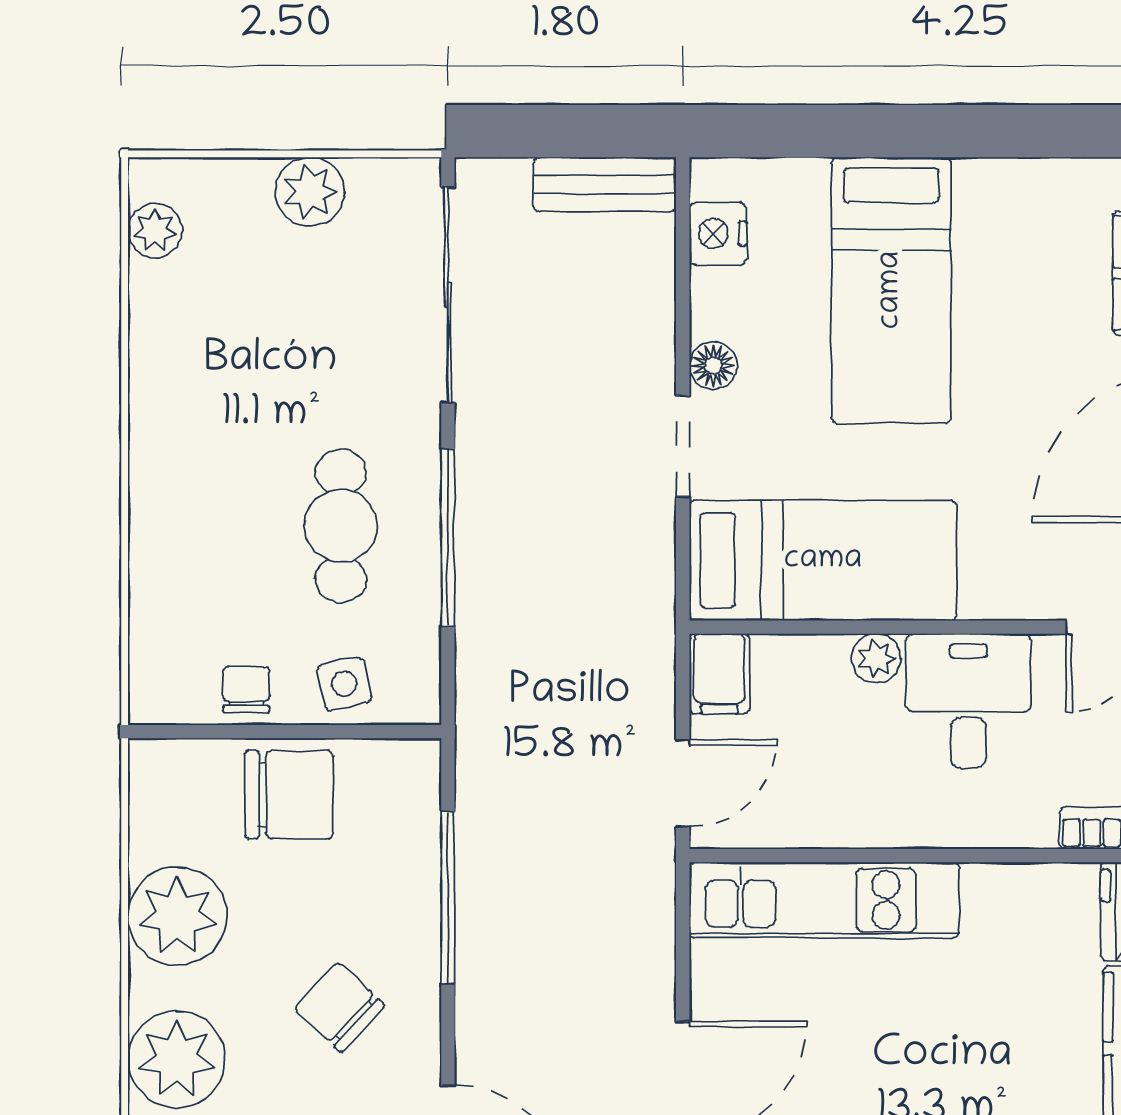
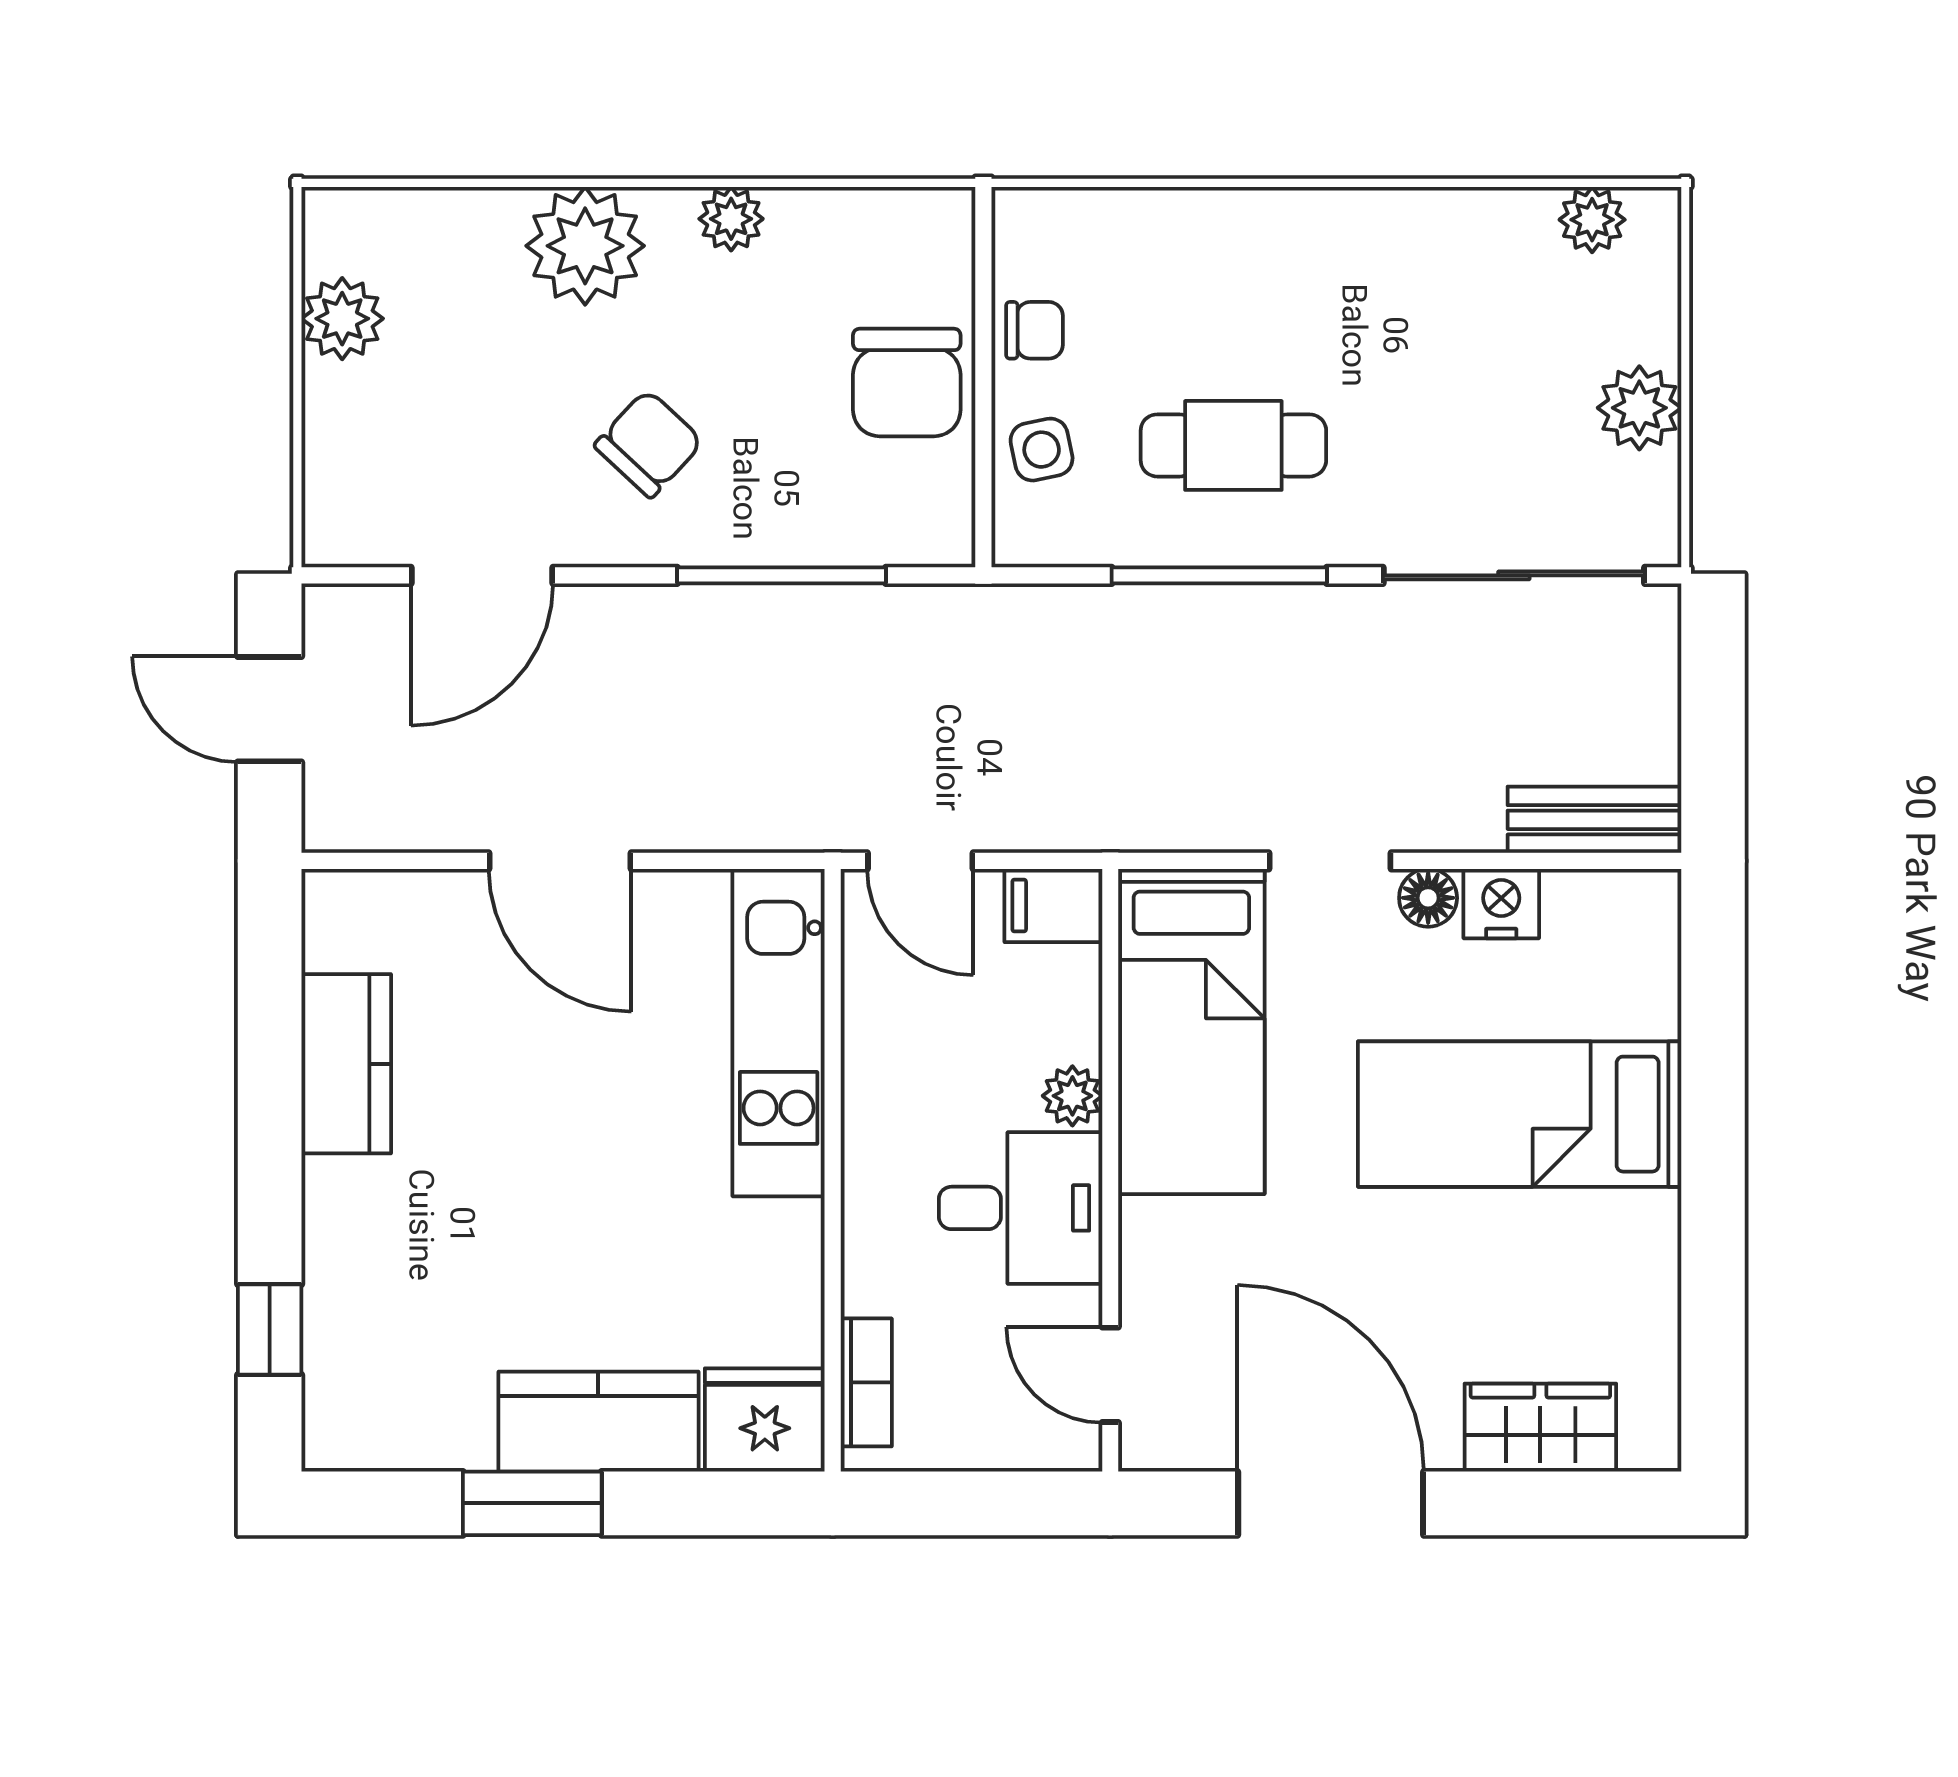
bench: (605, 185) -> (1594, 820), moved, turned 90
nightstand: (718, 234) -> (1501, 904), moved
plant: (177, 916) -> (731, 219), width x0.53, depth x0.53

